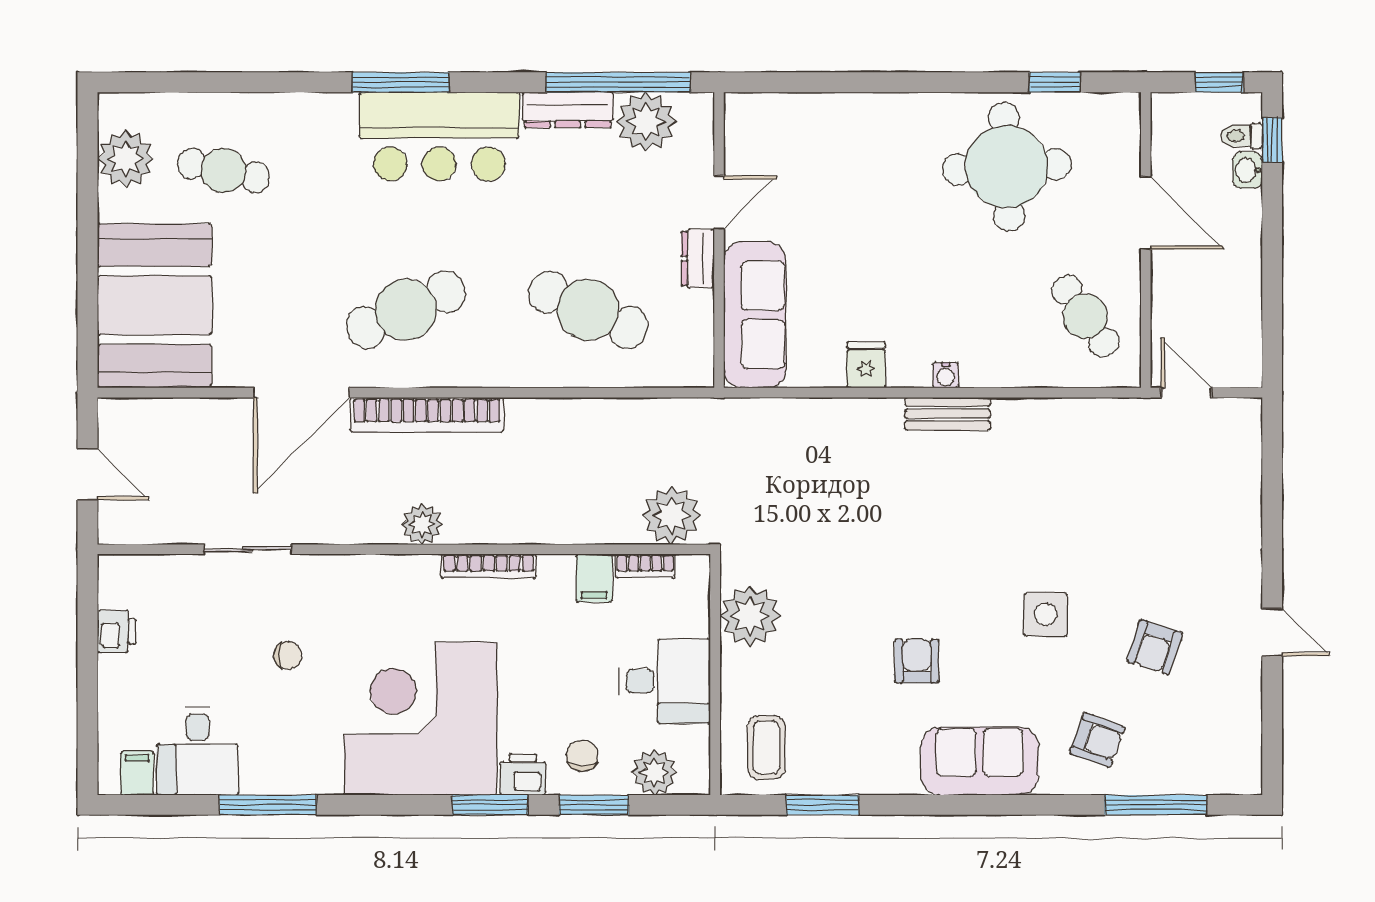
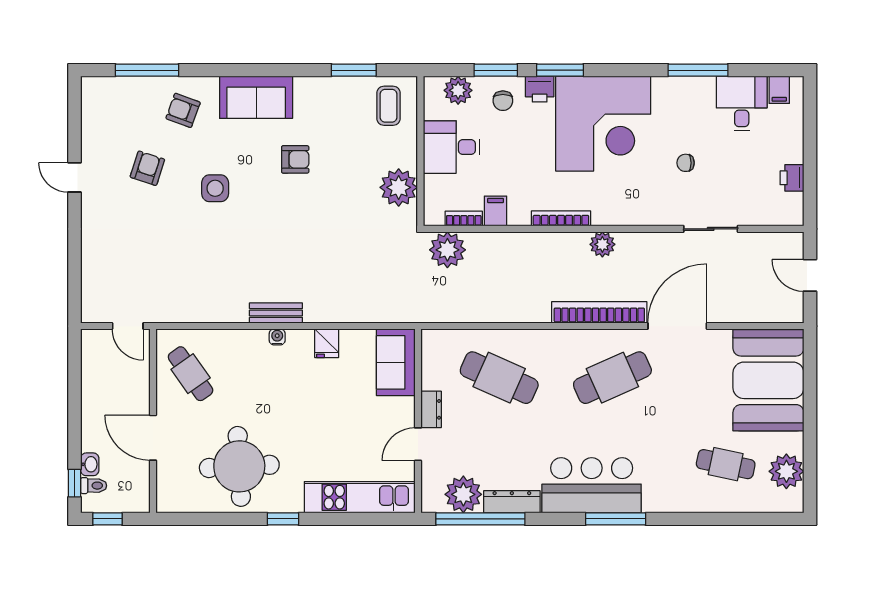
window: (1055, 82) -> (283, 519), moved
kitchen unit: (813, 117) -> (360, 497), added
sofa: (755, 315) -> (396, 362), width x0.73
armchair: (917, 661) -> (295, 159), turned -90

